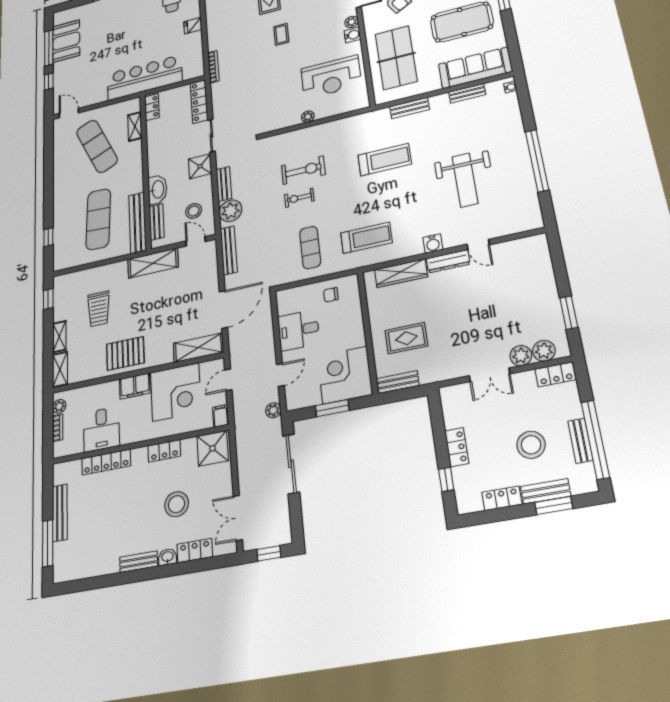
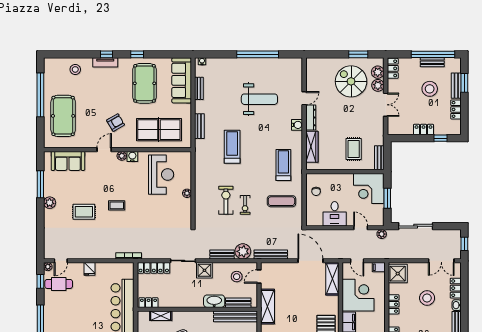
spiral stairs: (520, 311) -> (351, 81), added

